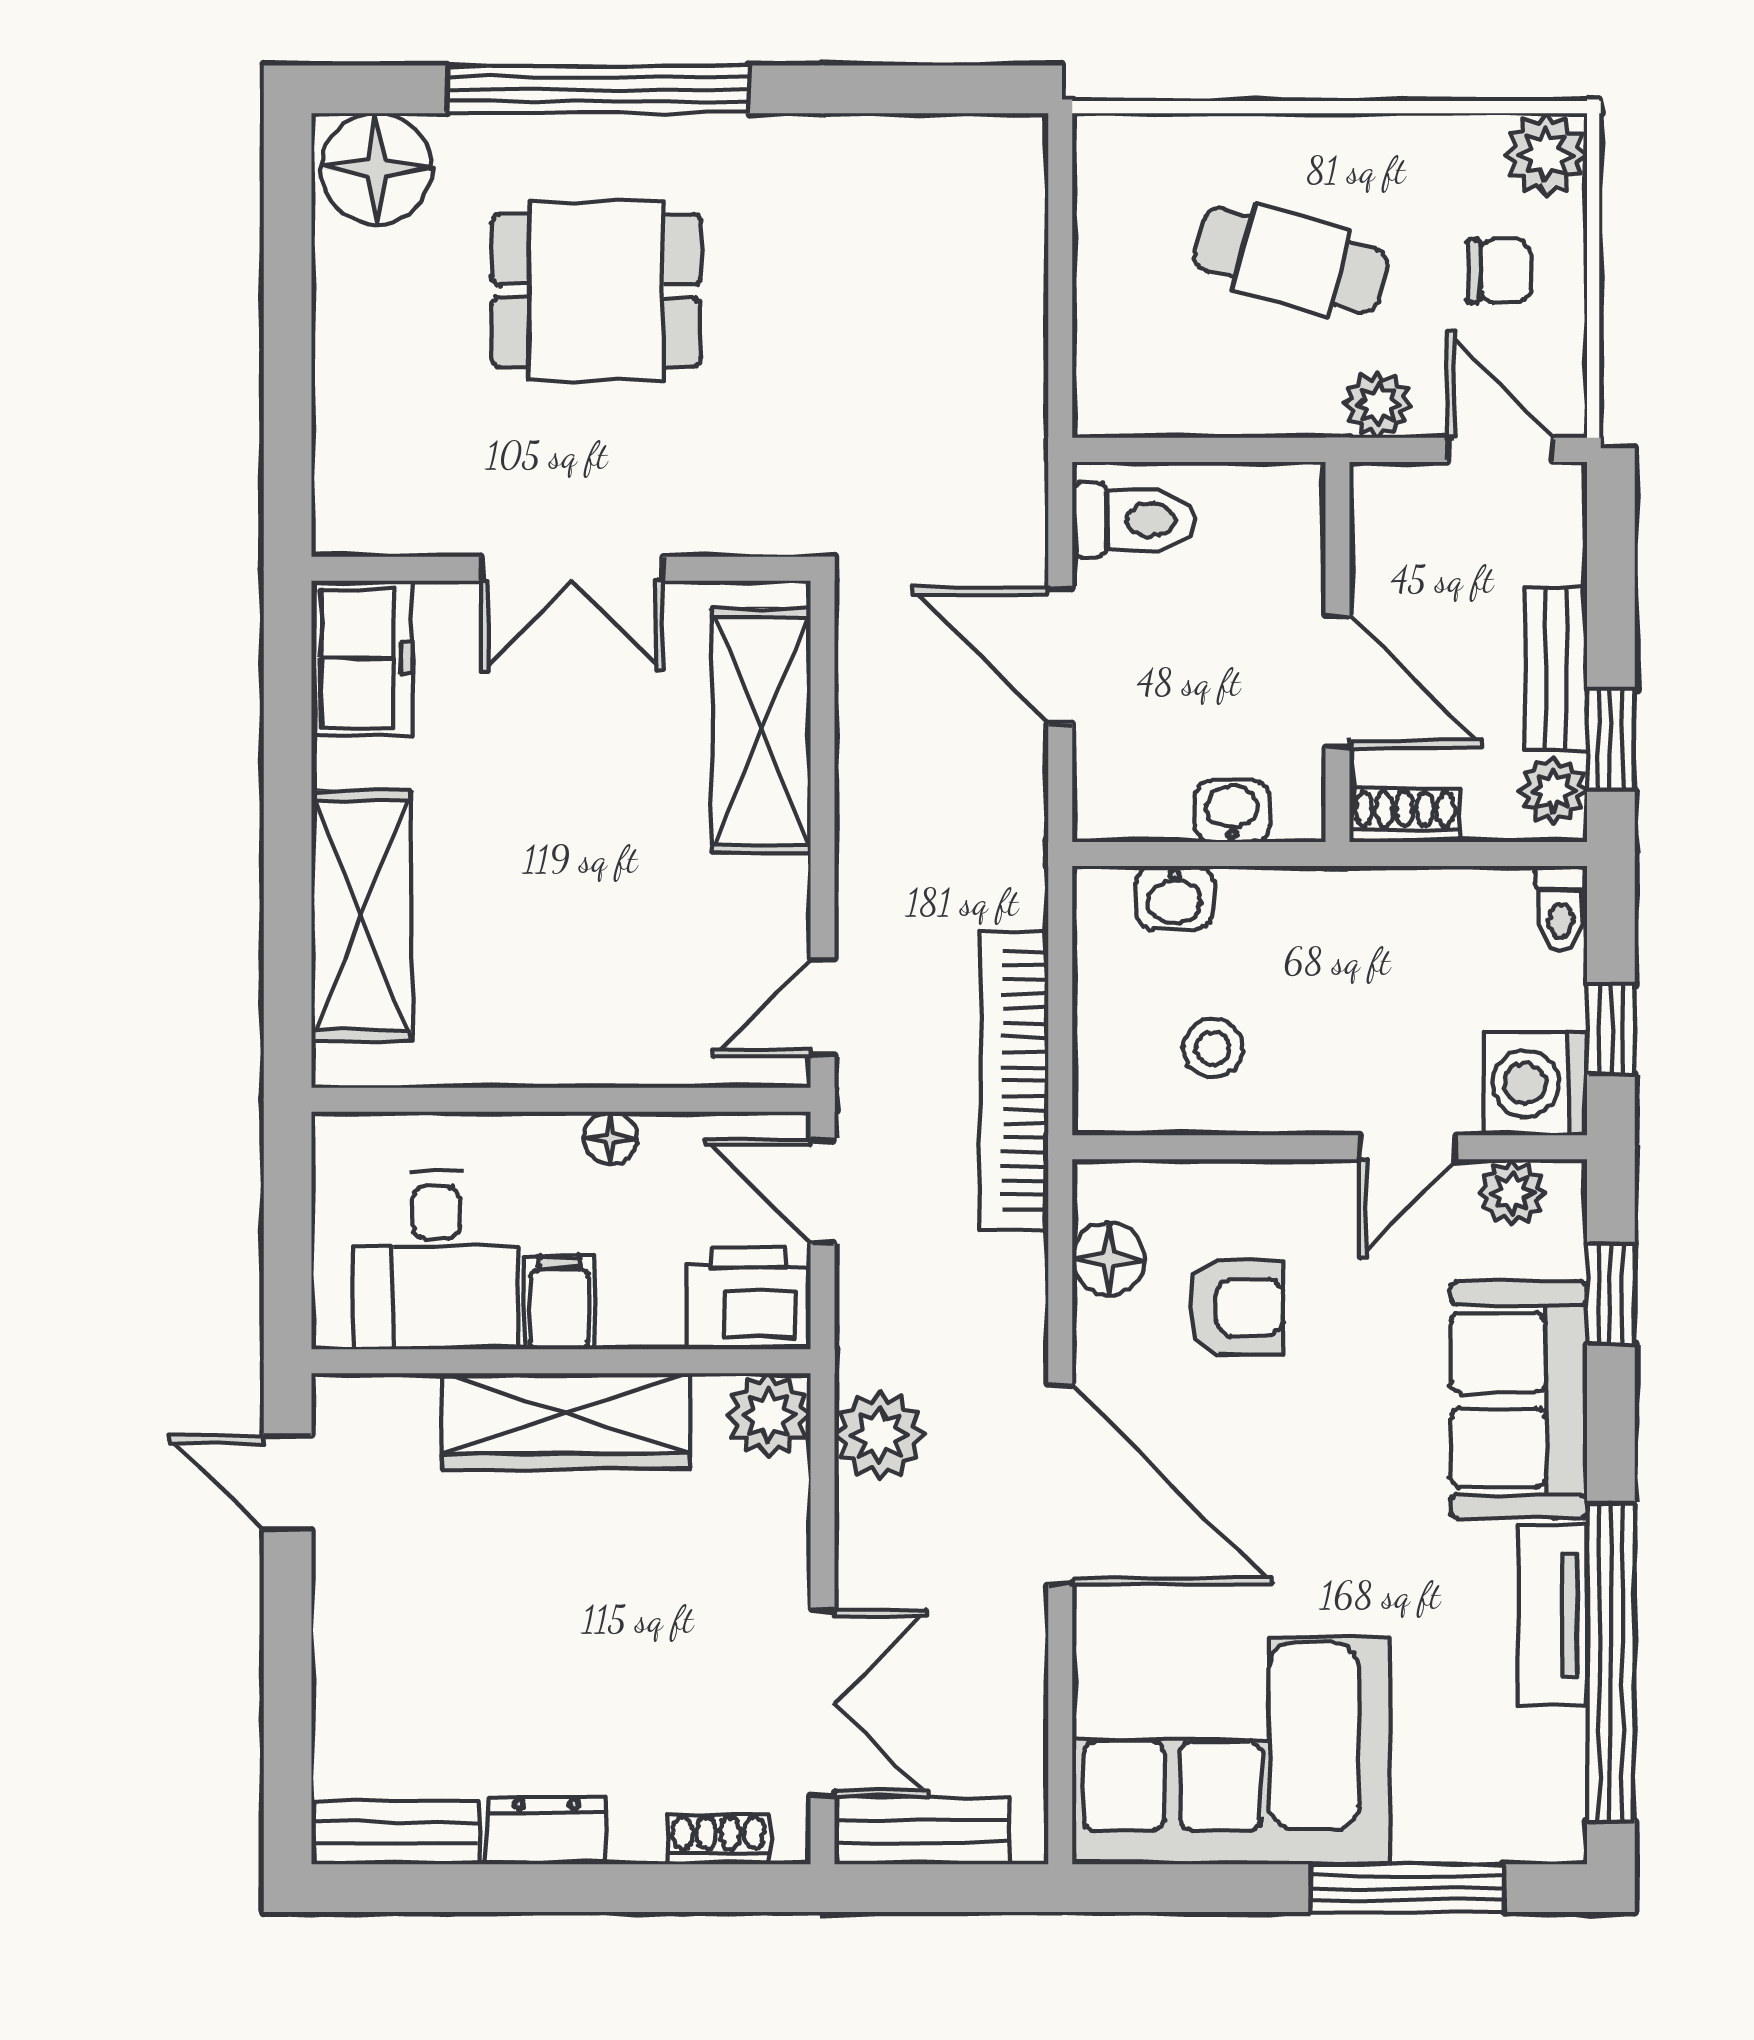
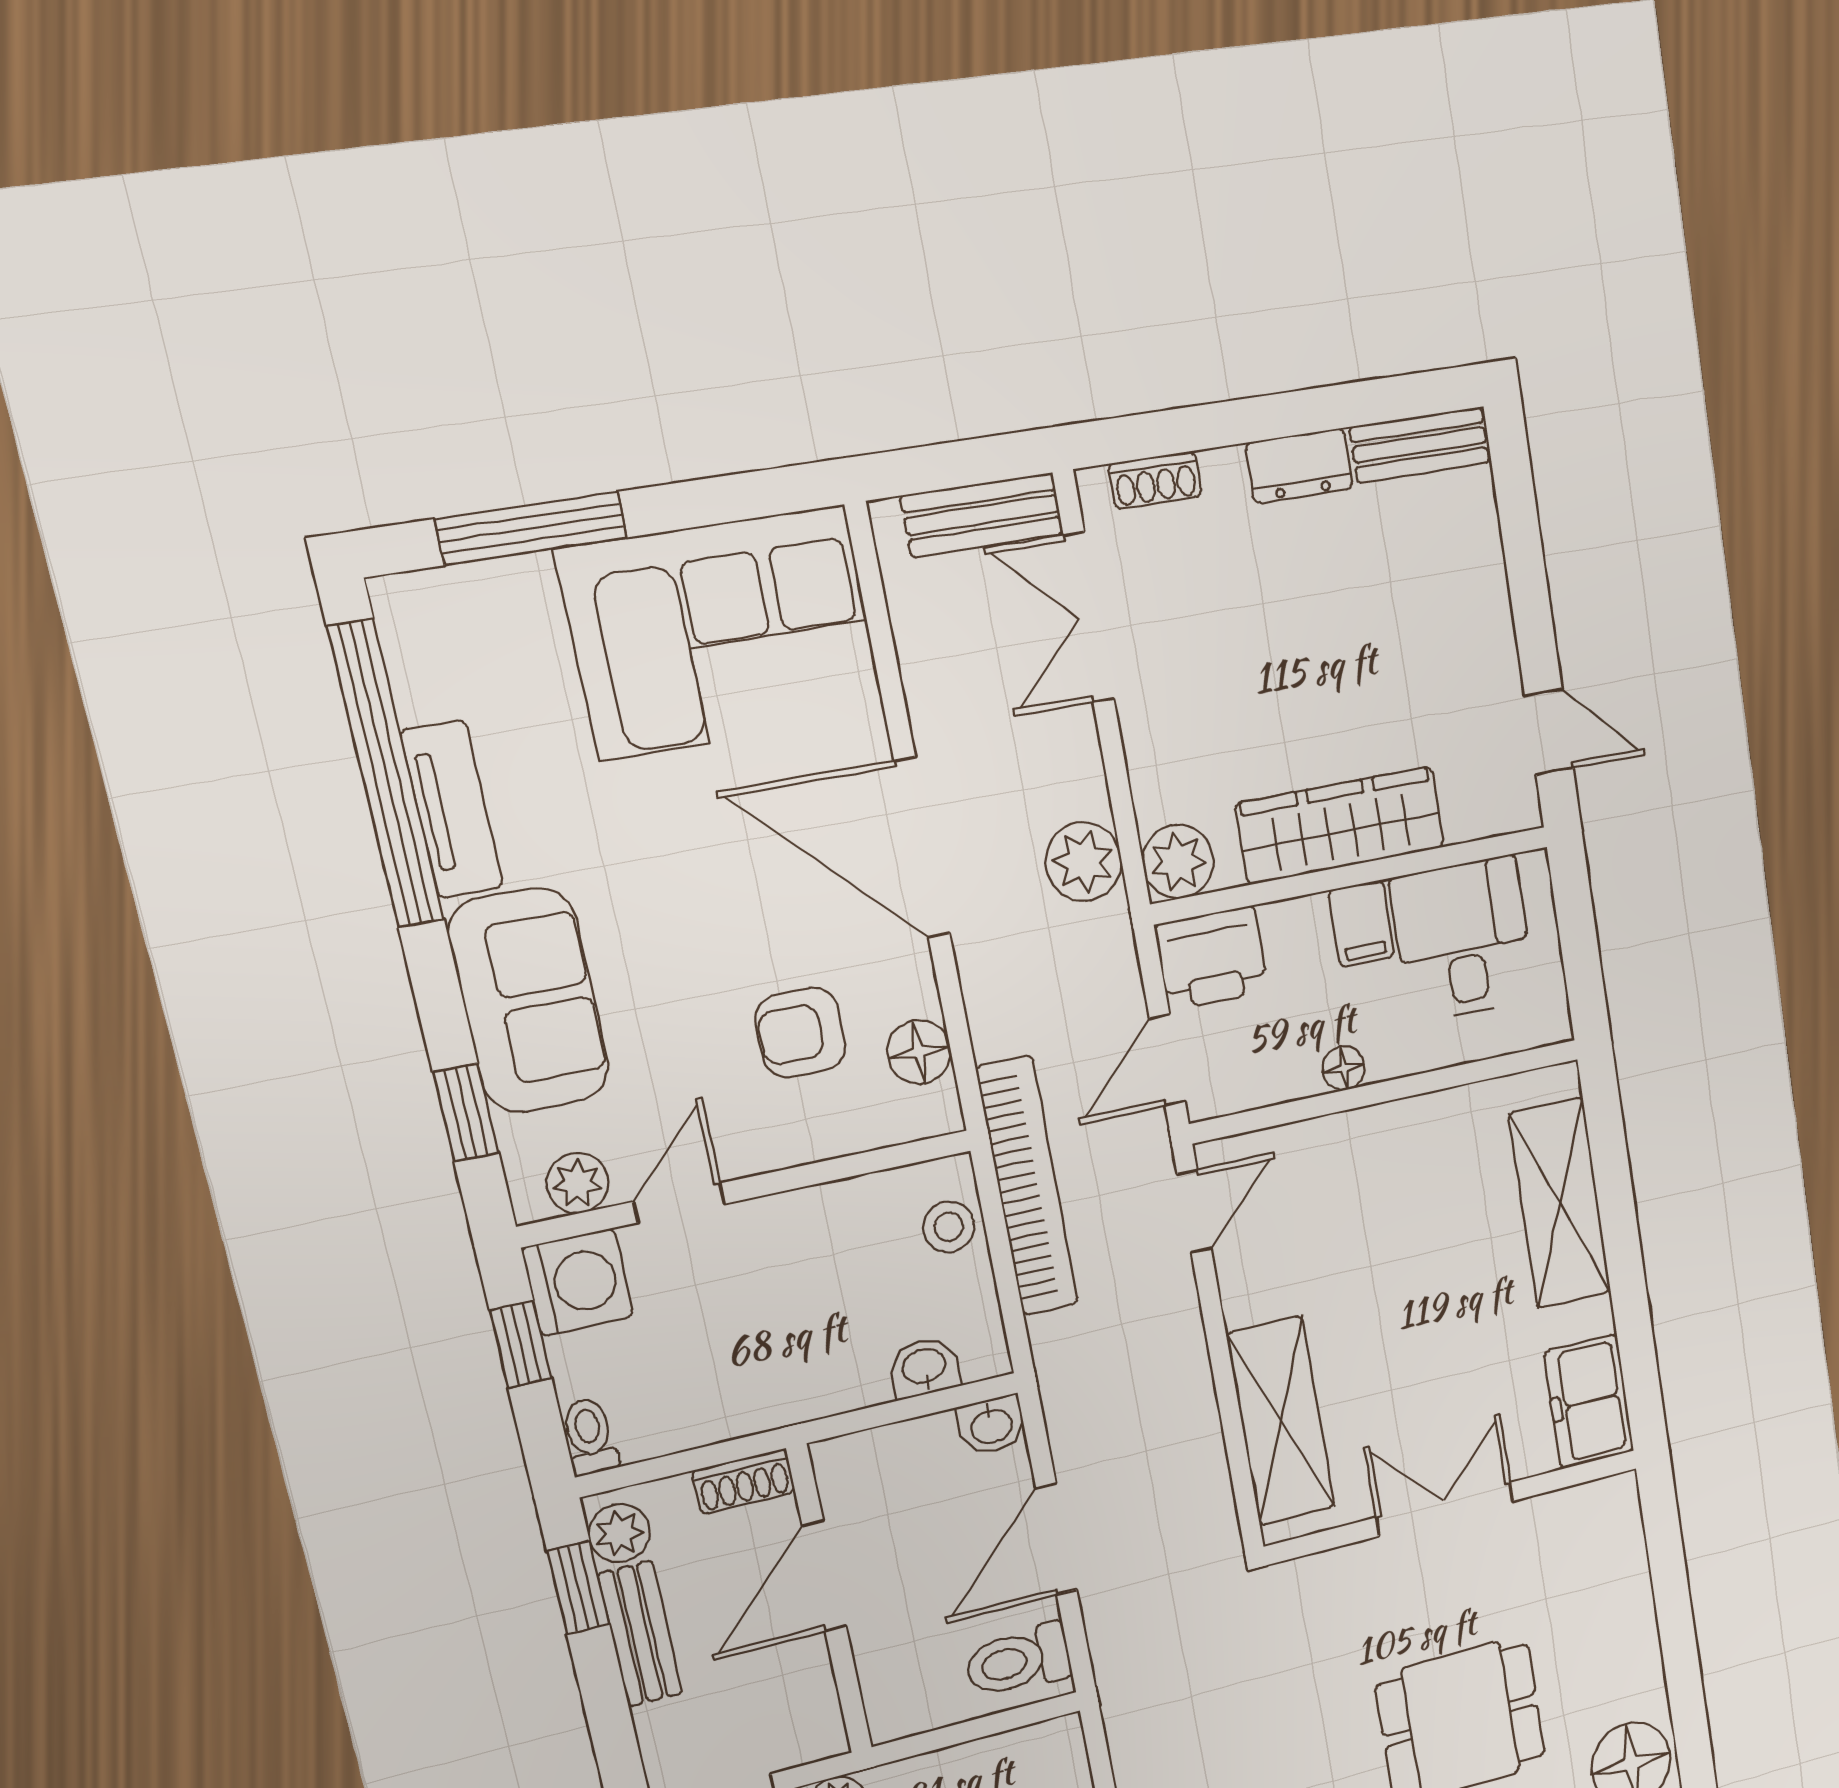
door: (1060, 656) -> (1056, 1539), swing flipped
door: (1338, 682) -> (824, 1576), hinge flipped
washbasin: (1232, 811) -> (991, 1425), moved
stool: (1213, 1048) -> (949, 1227), moved
door: (823, 1191) -> (1167, 1060), swing flipped

